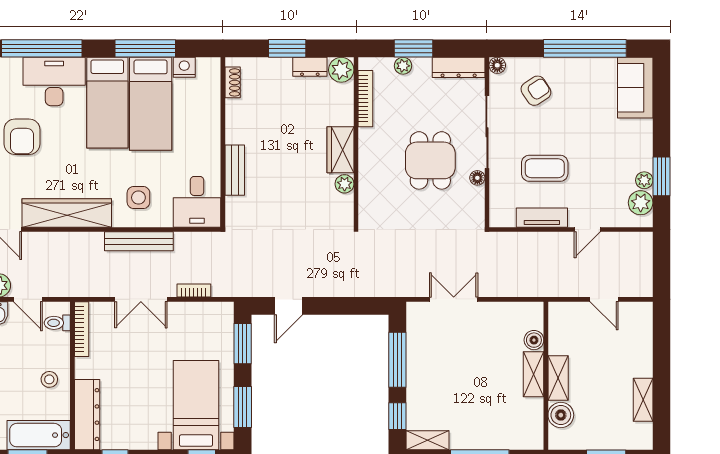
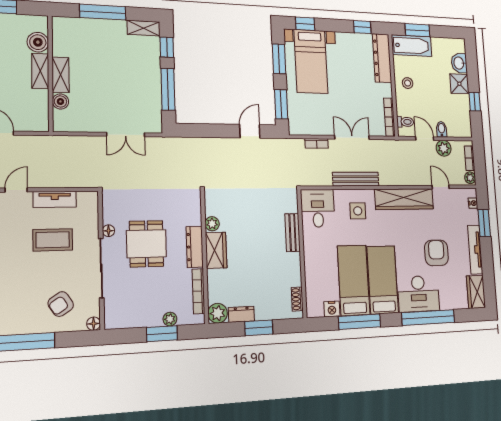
dresser: (459, 67) -> (195, 247), moved, turned -90

